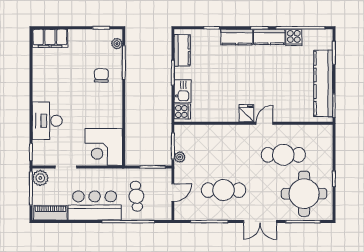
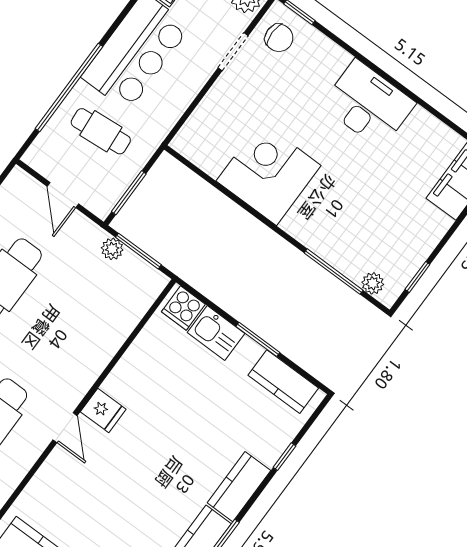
chair: (101, 75) -> (279, 38), moved
desk: (47, 121) -> (368, 104), moved
corner desk: (104, 147) -> (269, 173), moved

